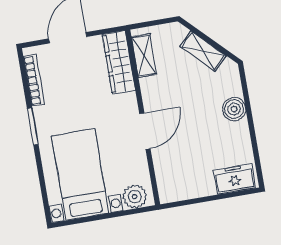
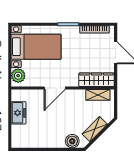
boiler: (234, 109) -> (72, 141), moved
door: (145, 131) -> (55, 88), hinge flipped
freezer: (235, 179) -> (18, 113), moved

